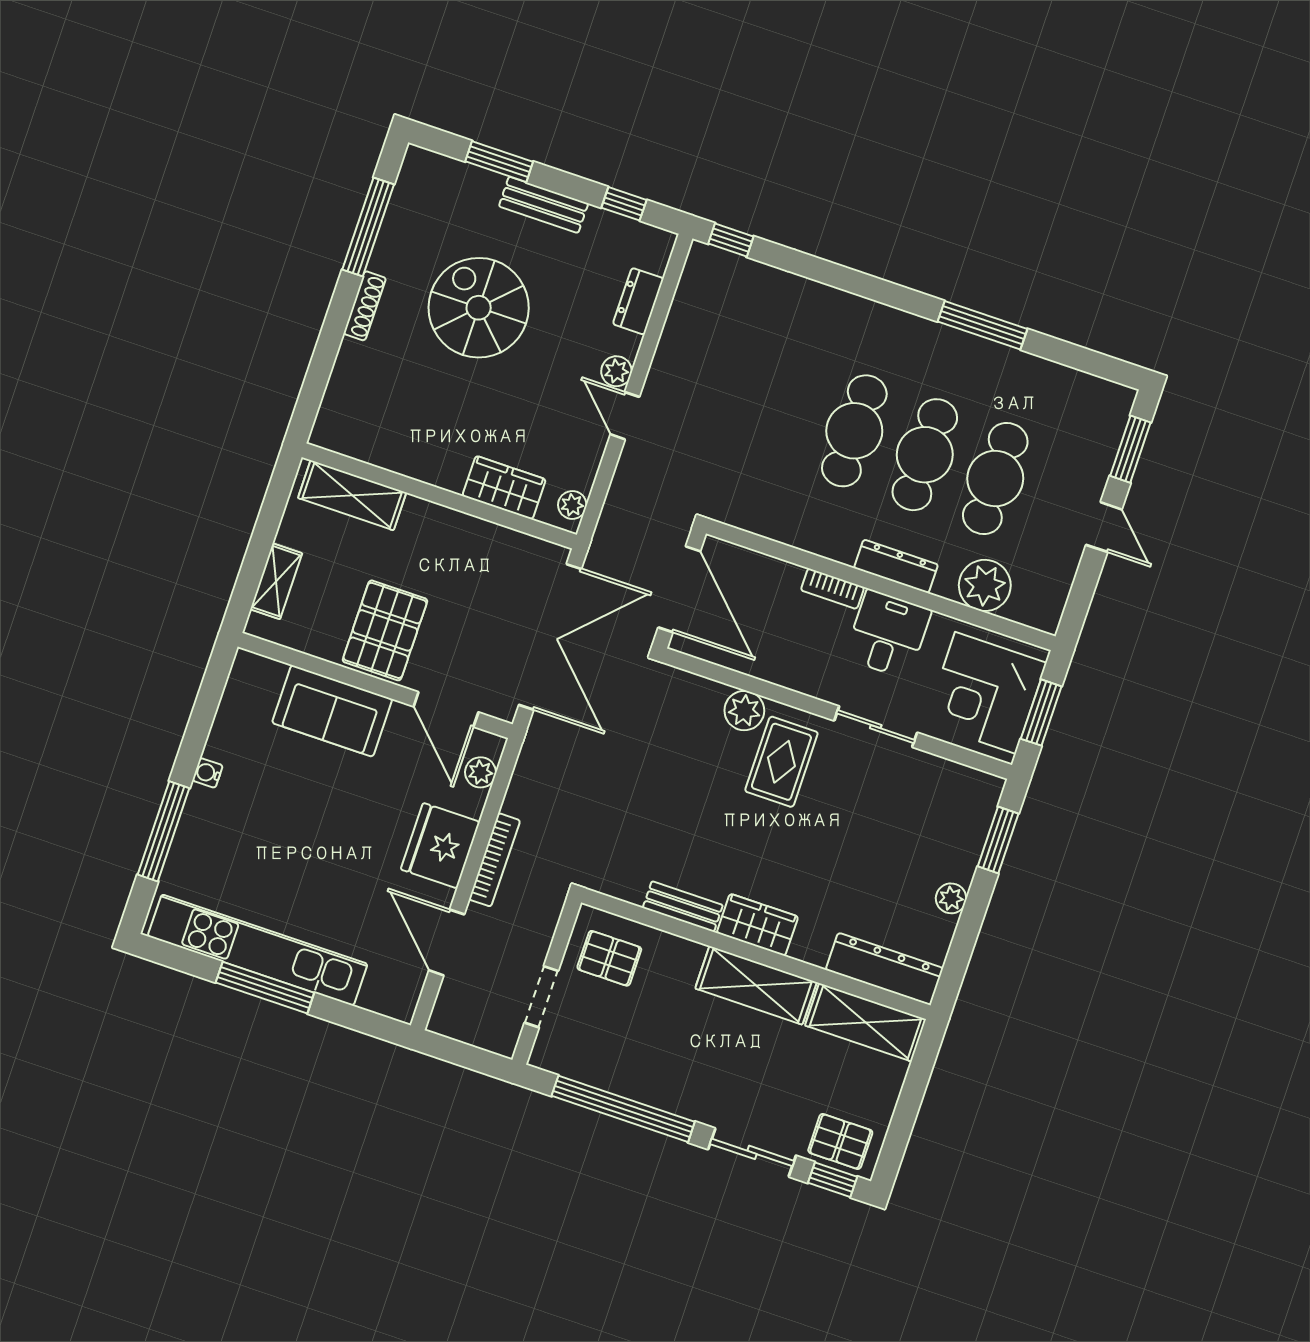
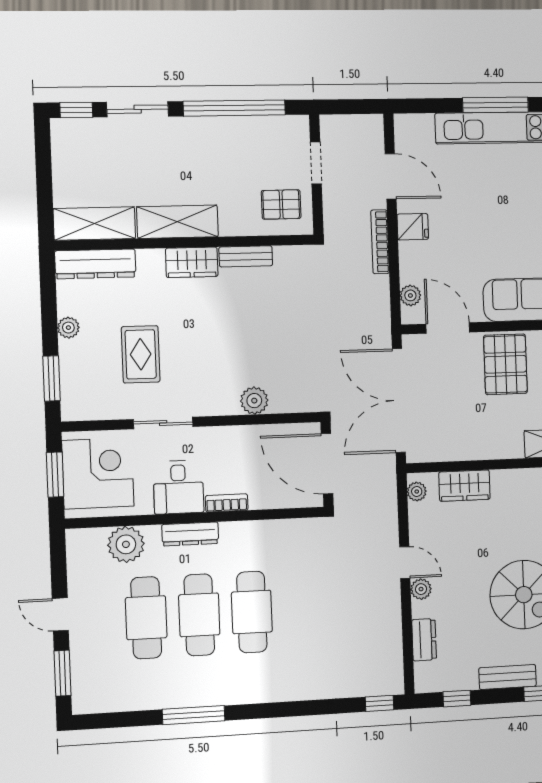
rug: (781, 762) -> (141, 354), moved
fridge: (440, 846) -> (413, 227), width x0.53, depth x0.75
pallet: (840, 1141) -> (81, 138), removed

